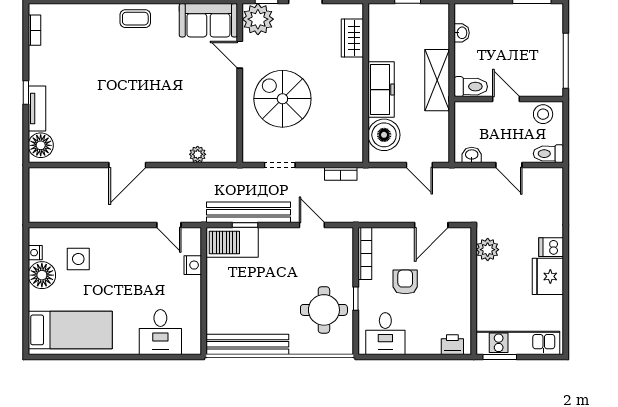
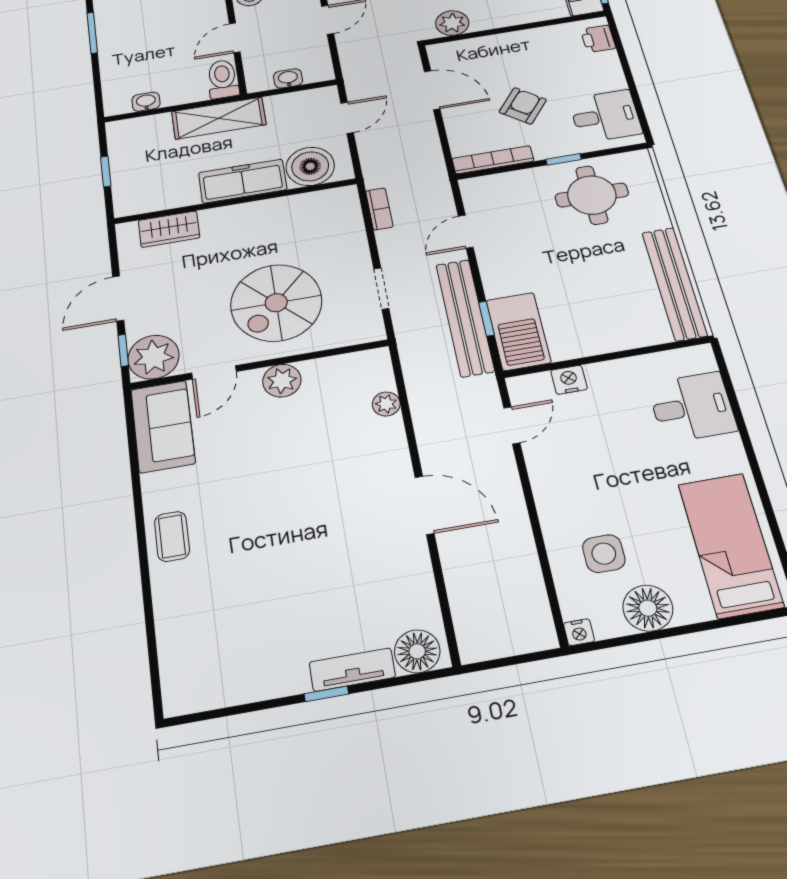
bookcase: (34, 30) -> (211, 699), removed
plant: (226, 95) -> (282, 381), added
washbasin: (472, 155) -> (288, 78), moved, turned 90
nightstand: (35, 253) -> (579, 632), moved
armchair: (405, 282) -> (523, 106), turned 128

